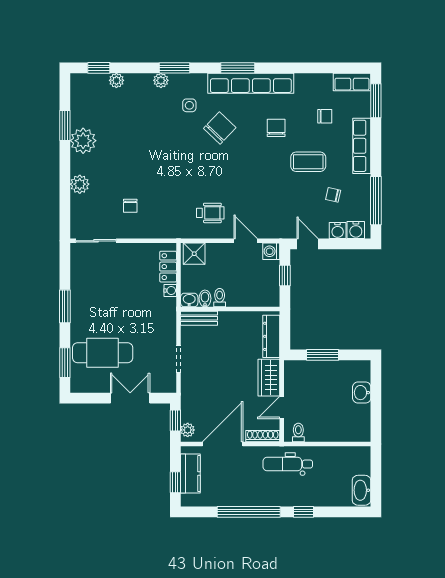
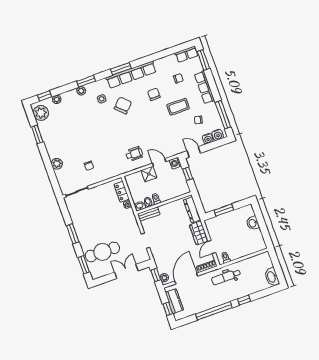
plant: (83, 141) -> (41, 113), moved
shower: (194, 254) -> (149, 174), moved

